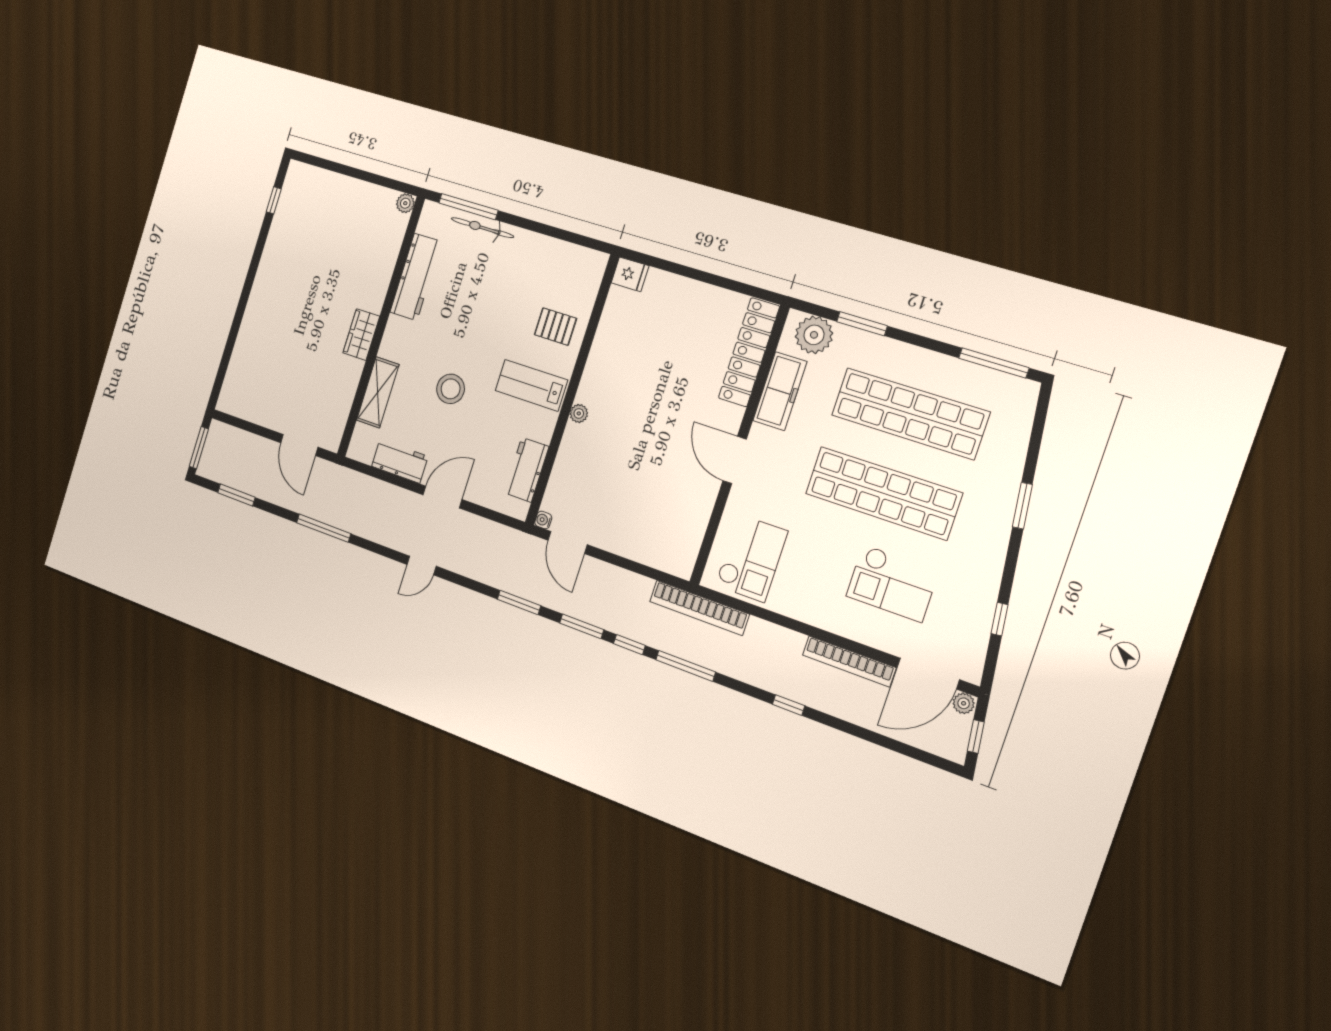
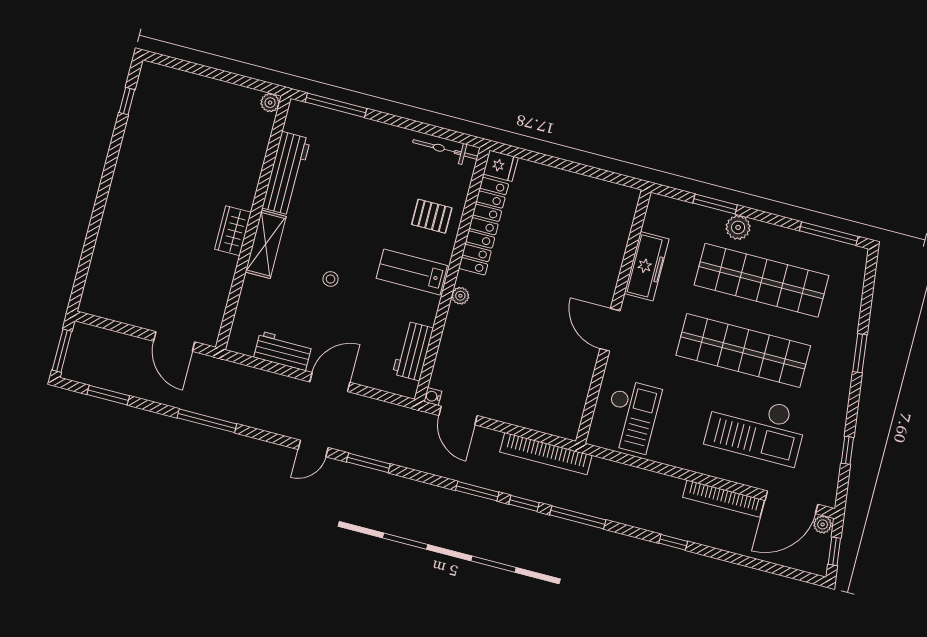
bicycle: (482, 228) -> (445, 149), moved
plant: (814, 335) -> (738, 227), moved, width x0.73, depth x0.73
locker: (749, 352) -> (484, 226), moved, turned 180
stool: (451, 389) -> (331, 279), width x0.53, depth x0.53
shelving: (378, 392) -> (266, 244), moved
checkout: (892, 583) -> (756, 428), width x1.36, depth x1.21
window: (519, 603) -> (368, 463), moved
bookcase: (699, 608) -> (546, 454), moved

